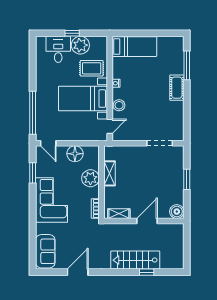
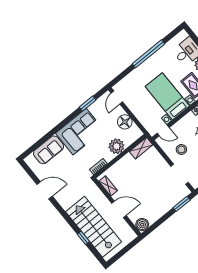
stool: (119, 105) -> (181, 149), moved
window: (33, 113) -> (149, 54), moved
shelving: (109, 173) -> (141, 148), moved
window: (187, 179) -> (182, 204), moved
sofa: (45, 251) -> (49, 150), moved
stairs: (135, 260) -> (94, 227), width x1.36, depth x1.51

